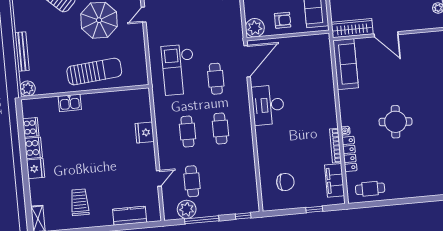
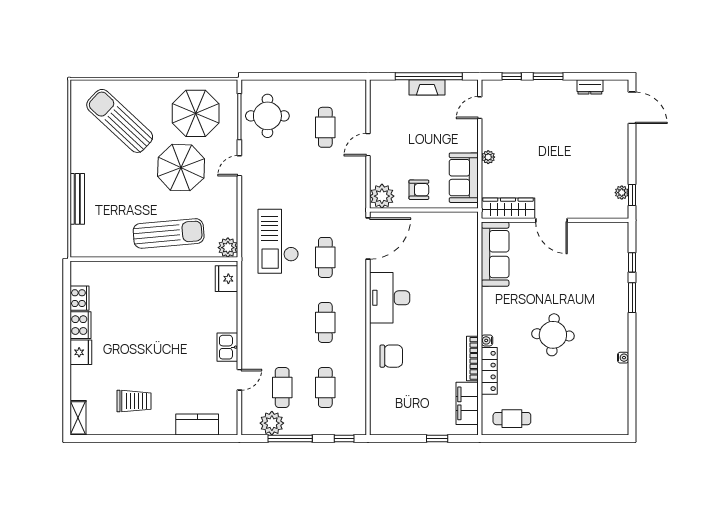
plant: (27, 89) -> (228, 248), moved
kitchen sink: (70, 103) -> (227, 347), moved, turned 90
cafe table: (187, 132) -> (325, 388), moved
fridge: (145, 133) -> (227, 279), moved
chair: (285, 182) -> (391, 356), moved
trolley: (80, 202) -> (134, 401), turned 90

